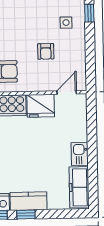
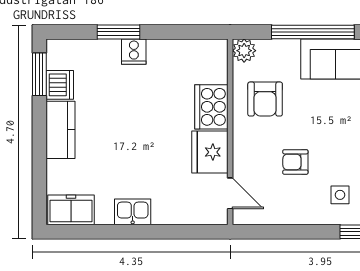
freezer: (79, 187) -> (71, 210), width x0.71
window: (26, 215) -> (39, 125), removed

